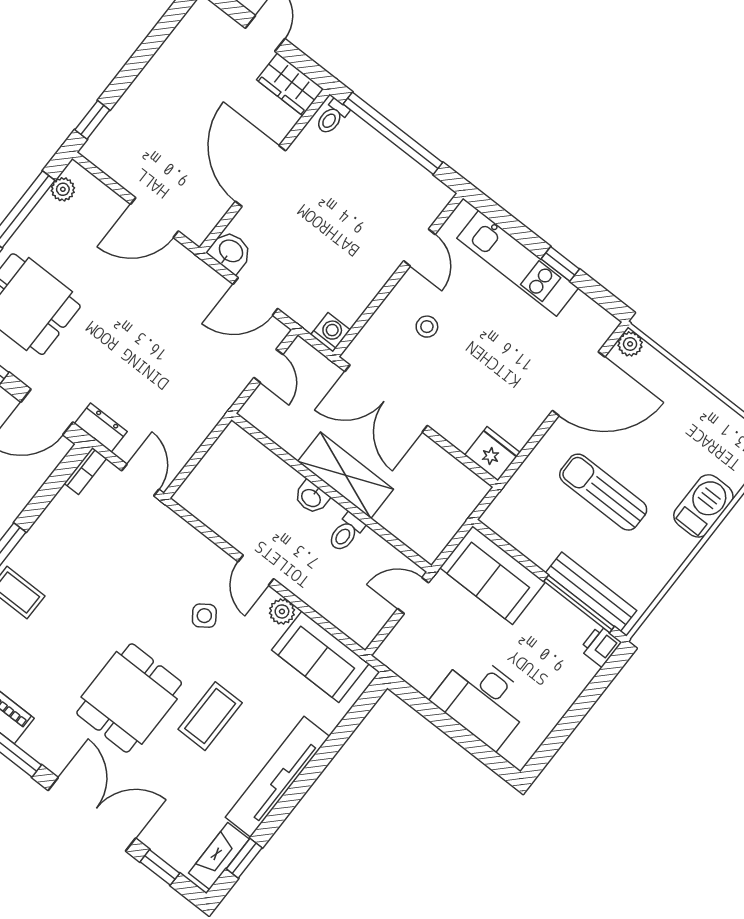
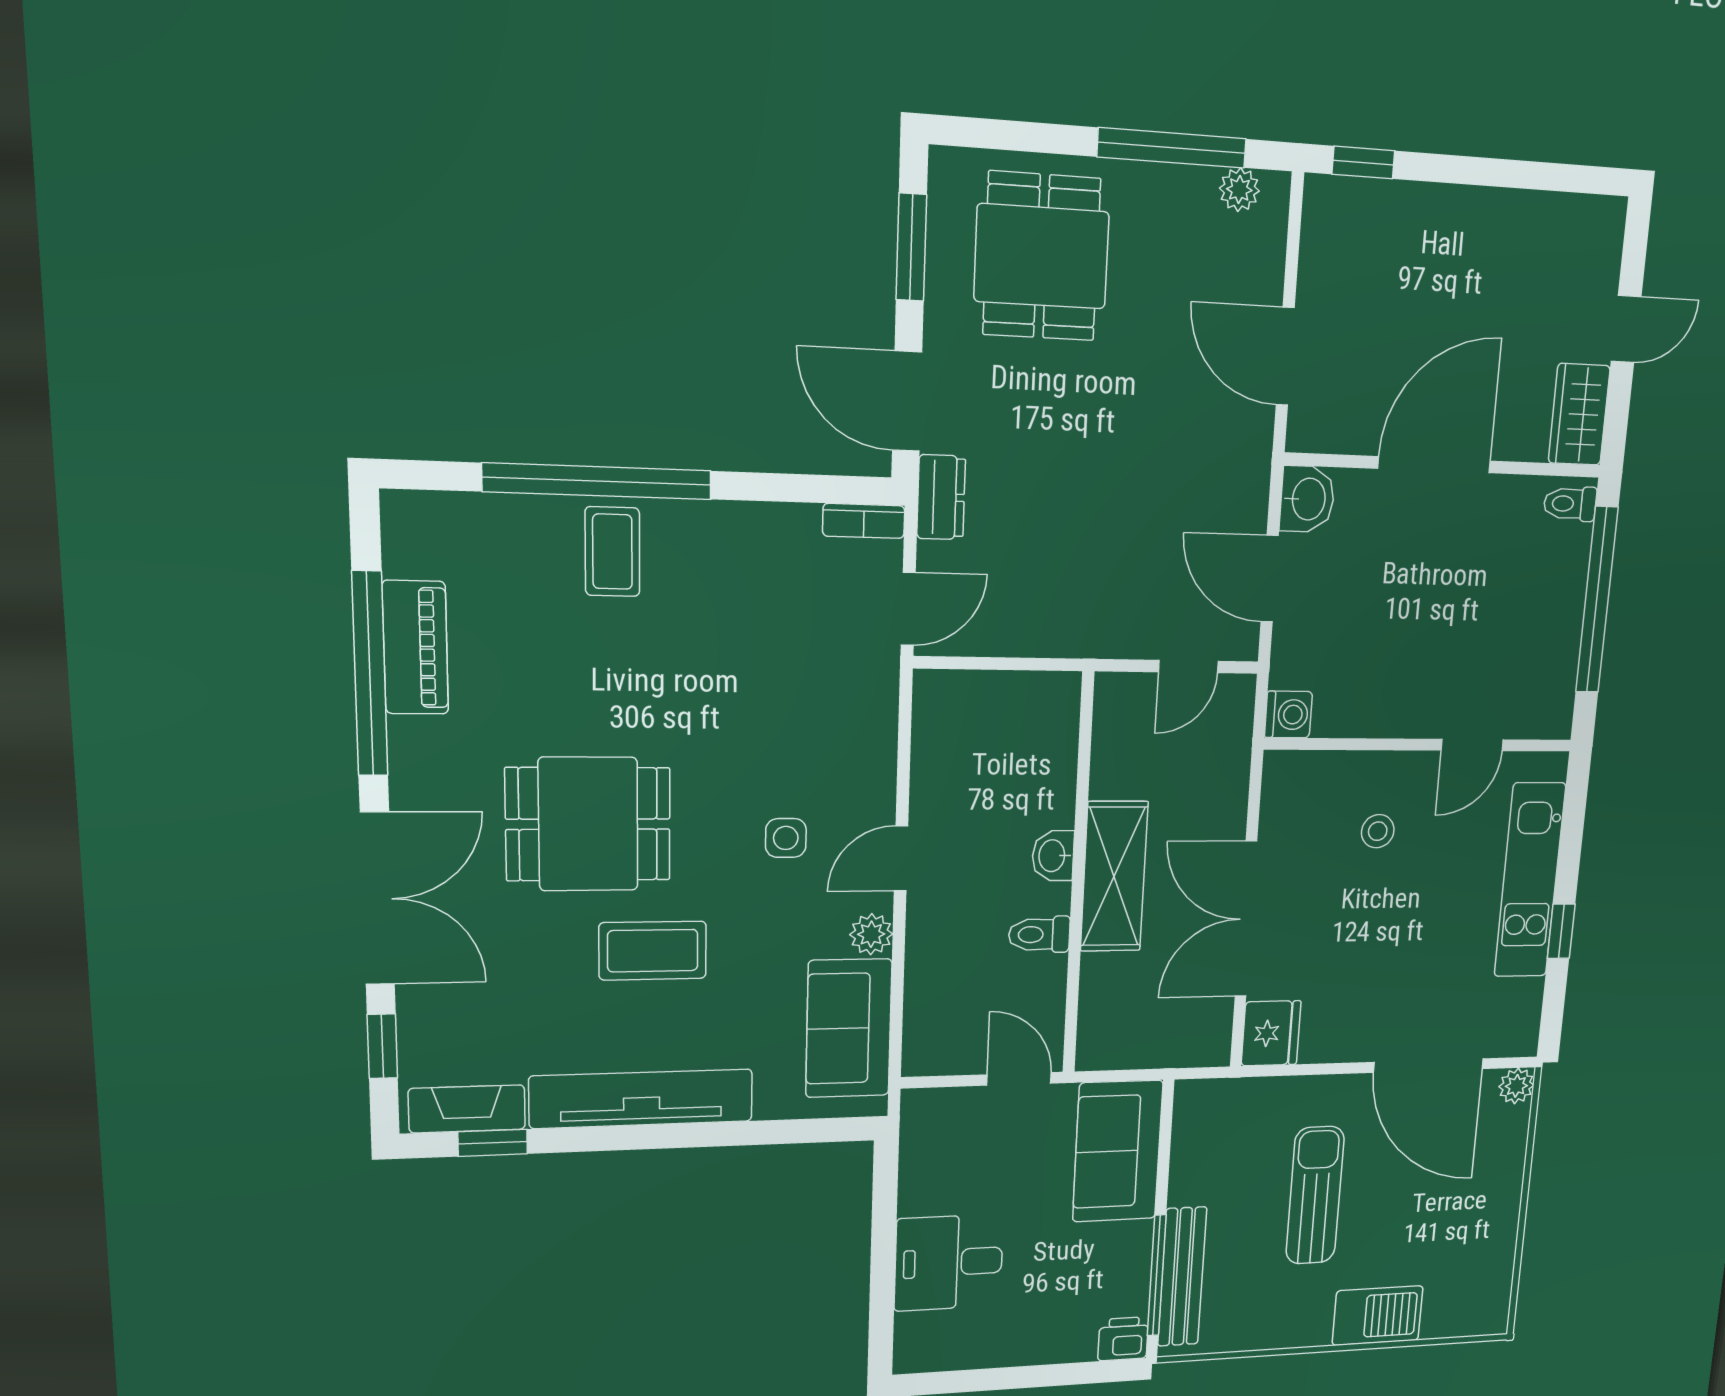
double door: (386, 399) -> (1246, 919), moved
side table: (204, 616) -> (786, 838), turned 35
desk: (483, 700) -> (949, 1262), width x0.73

